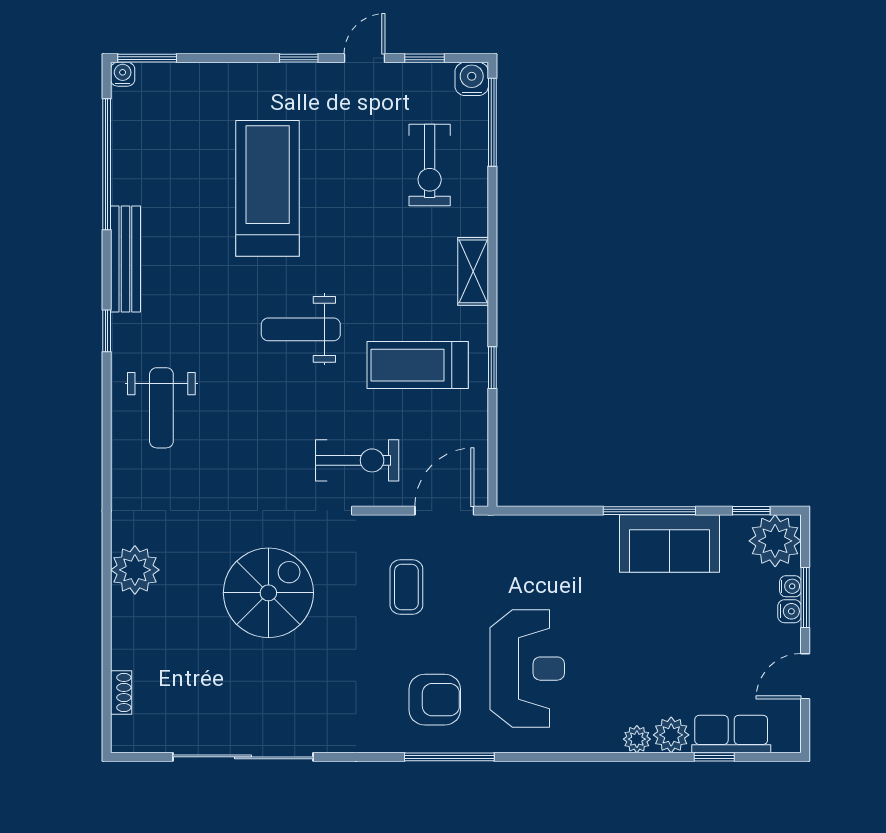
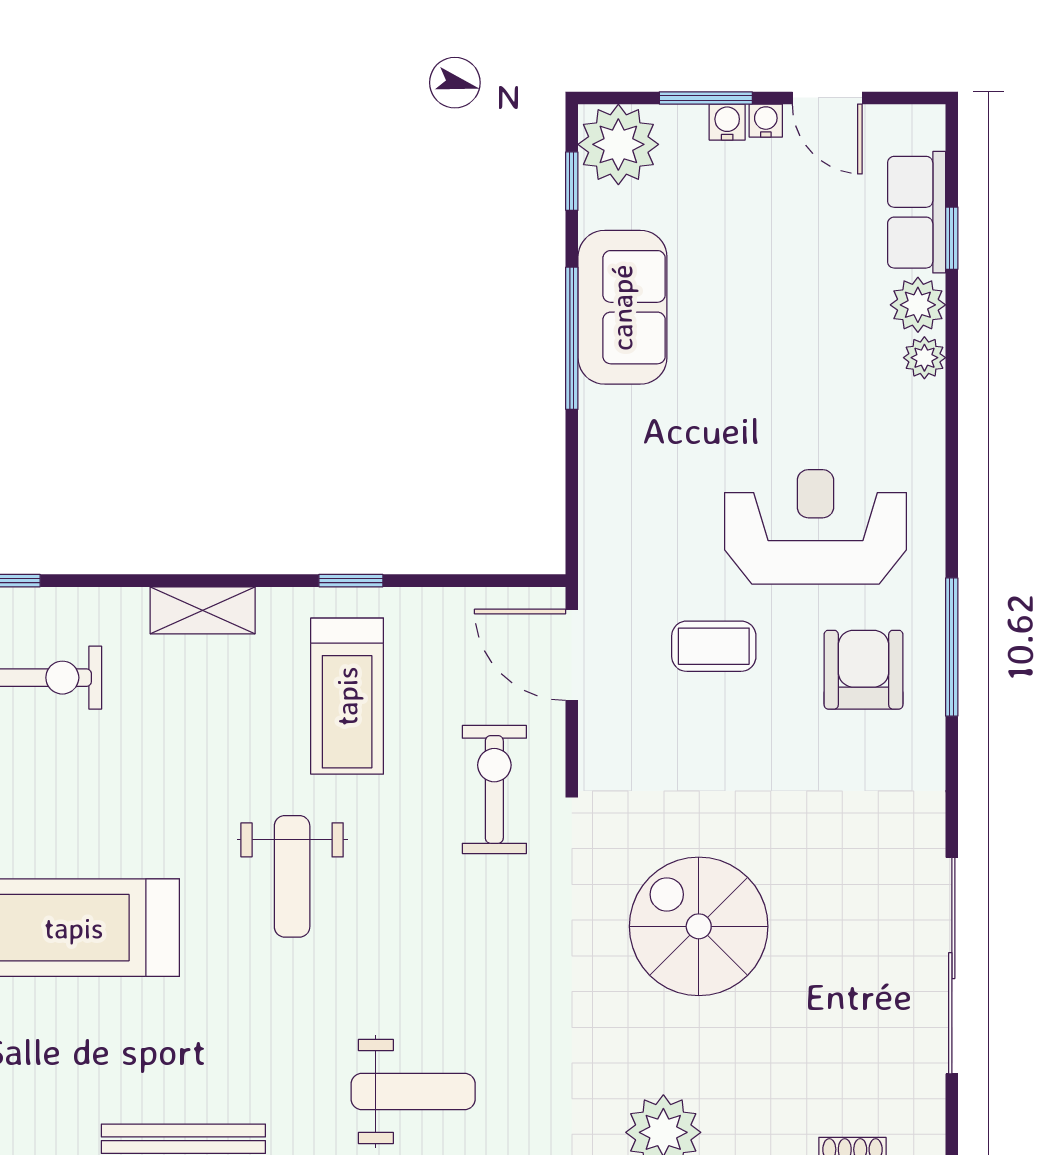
water cooler: (790, 586) -> (766, 121), moved
coffee table: (406, 587) -> (714, 646), moved

